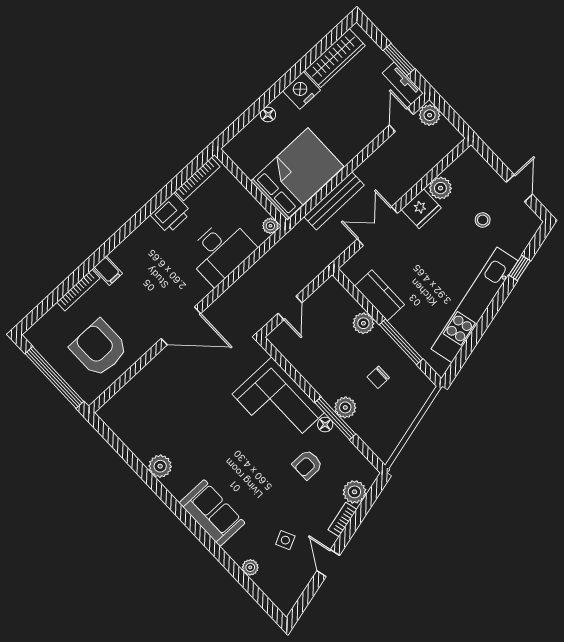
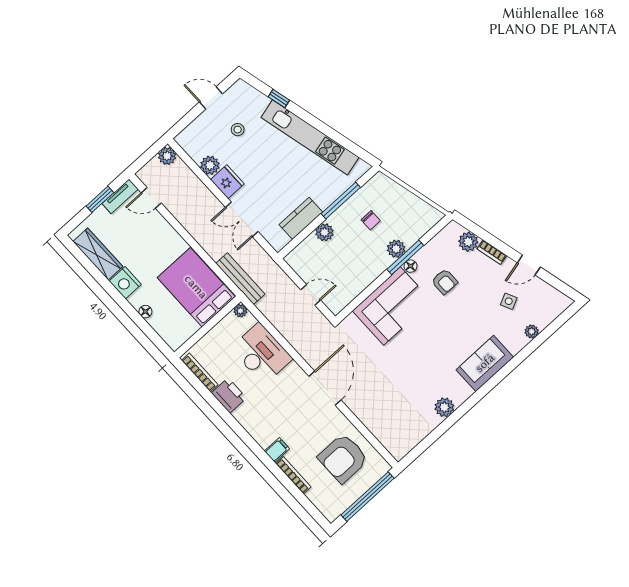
plant: (430, 115) -> (167, 156), moved
bench: (334, 201) -> (240, 279), moved

